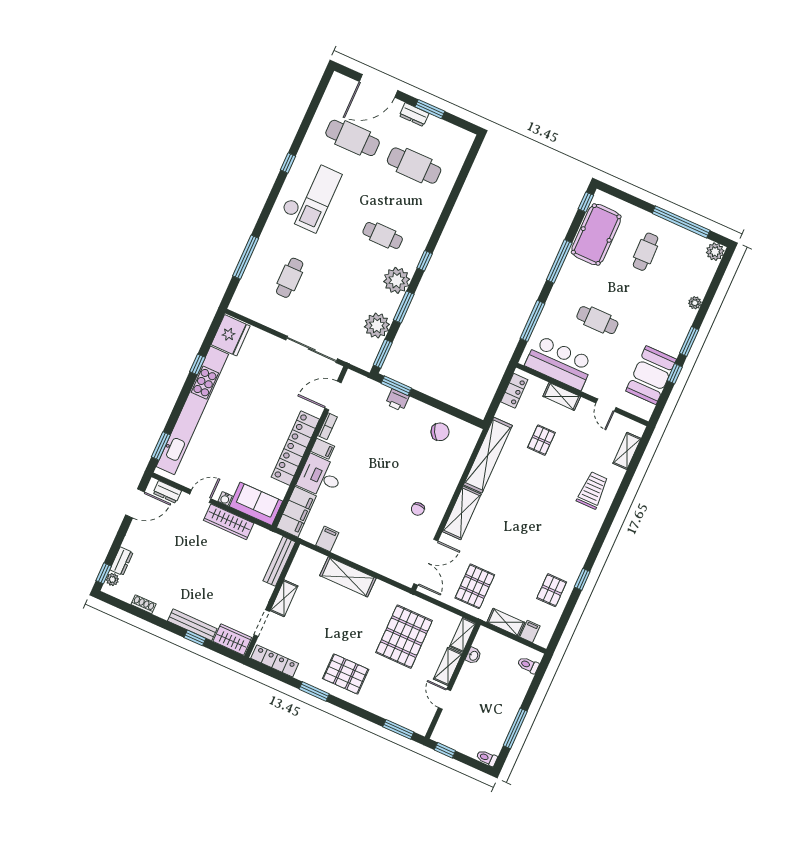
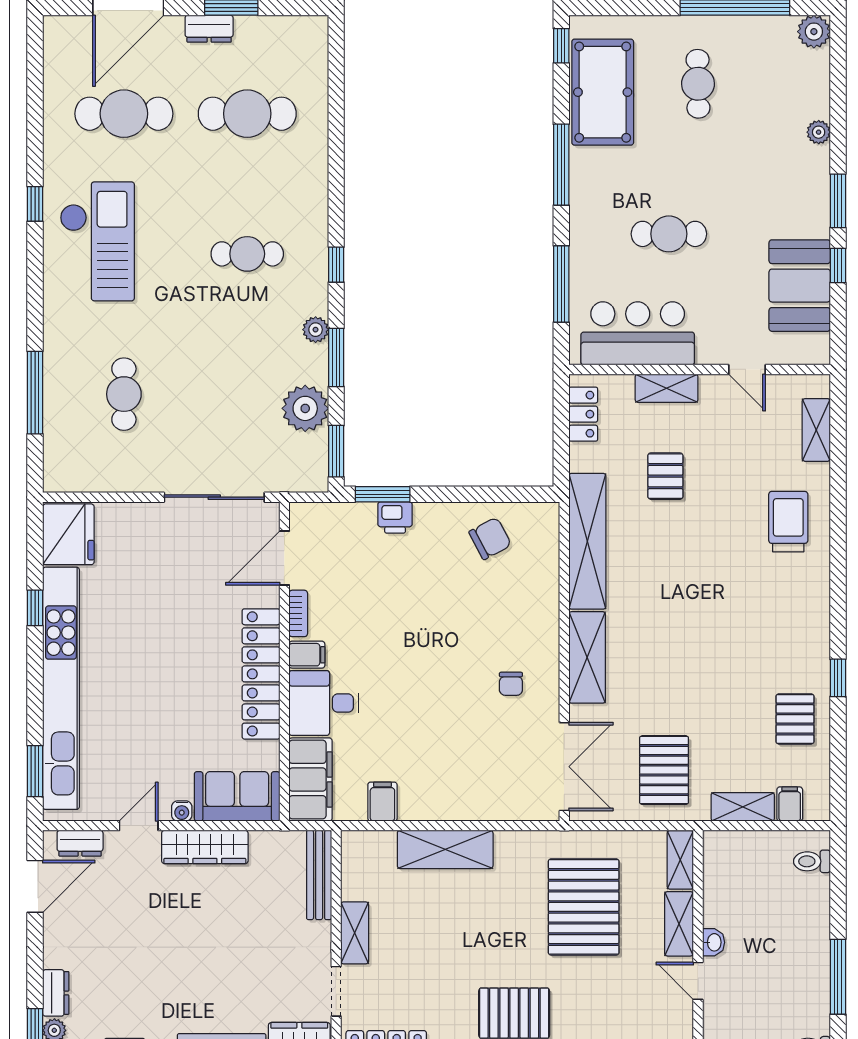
plant: (397, 280) -> (316, 330), width x0.53, depth x0.53
washbasin: (473, 656) -> (714, 942), moved

